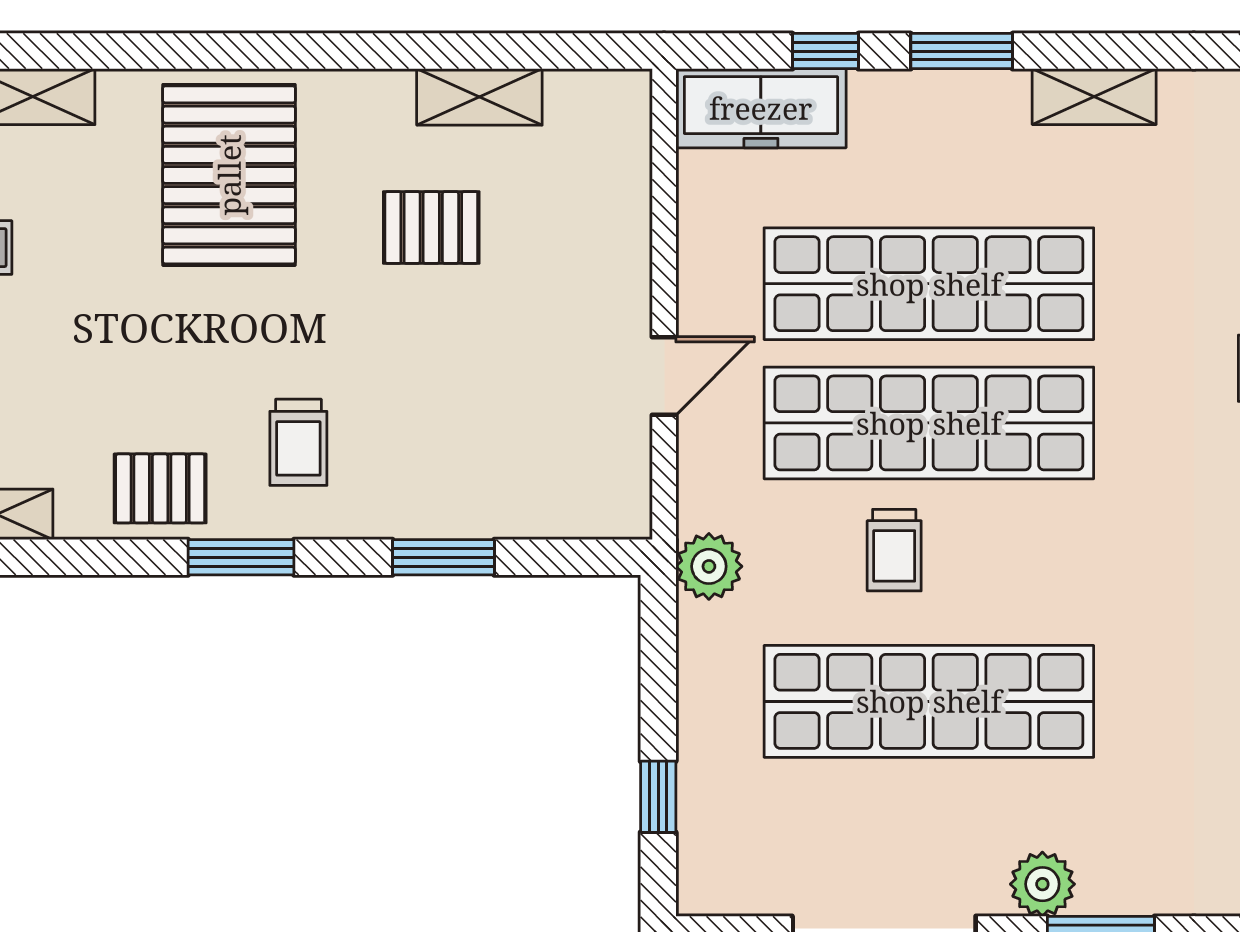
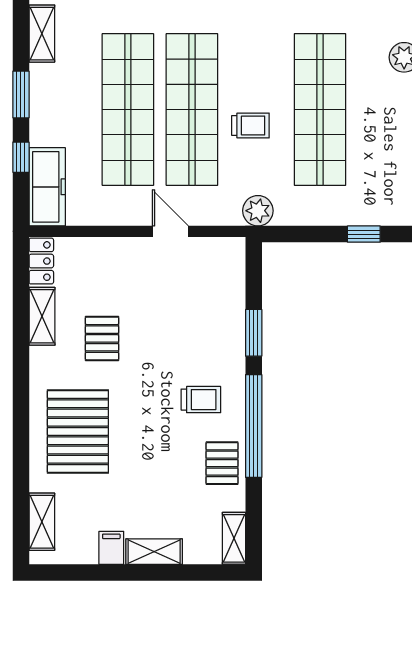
locker: (600, 95) -> (41, 261), added
pallet: (229, 175) -> (78, 431), turned 90
window: (241, 557) -> (254, 426), width x2.11

